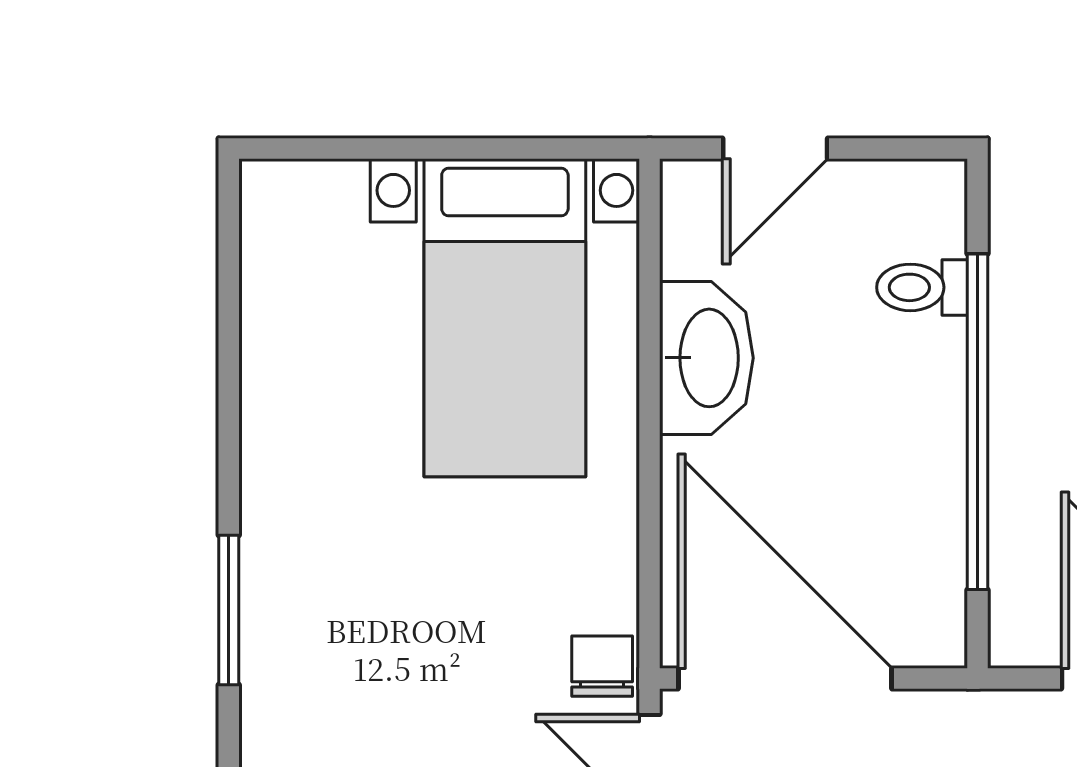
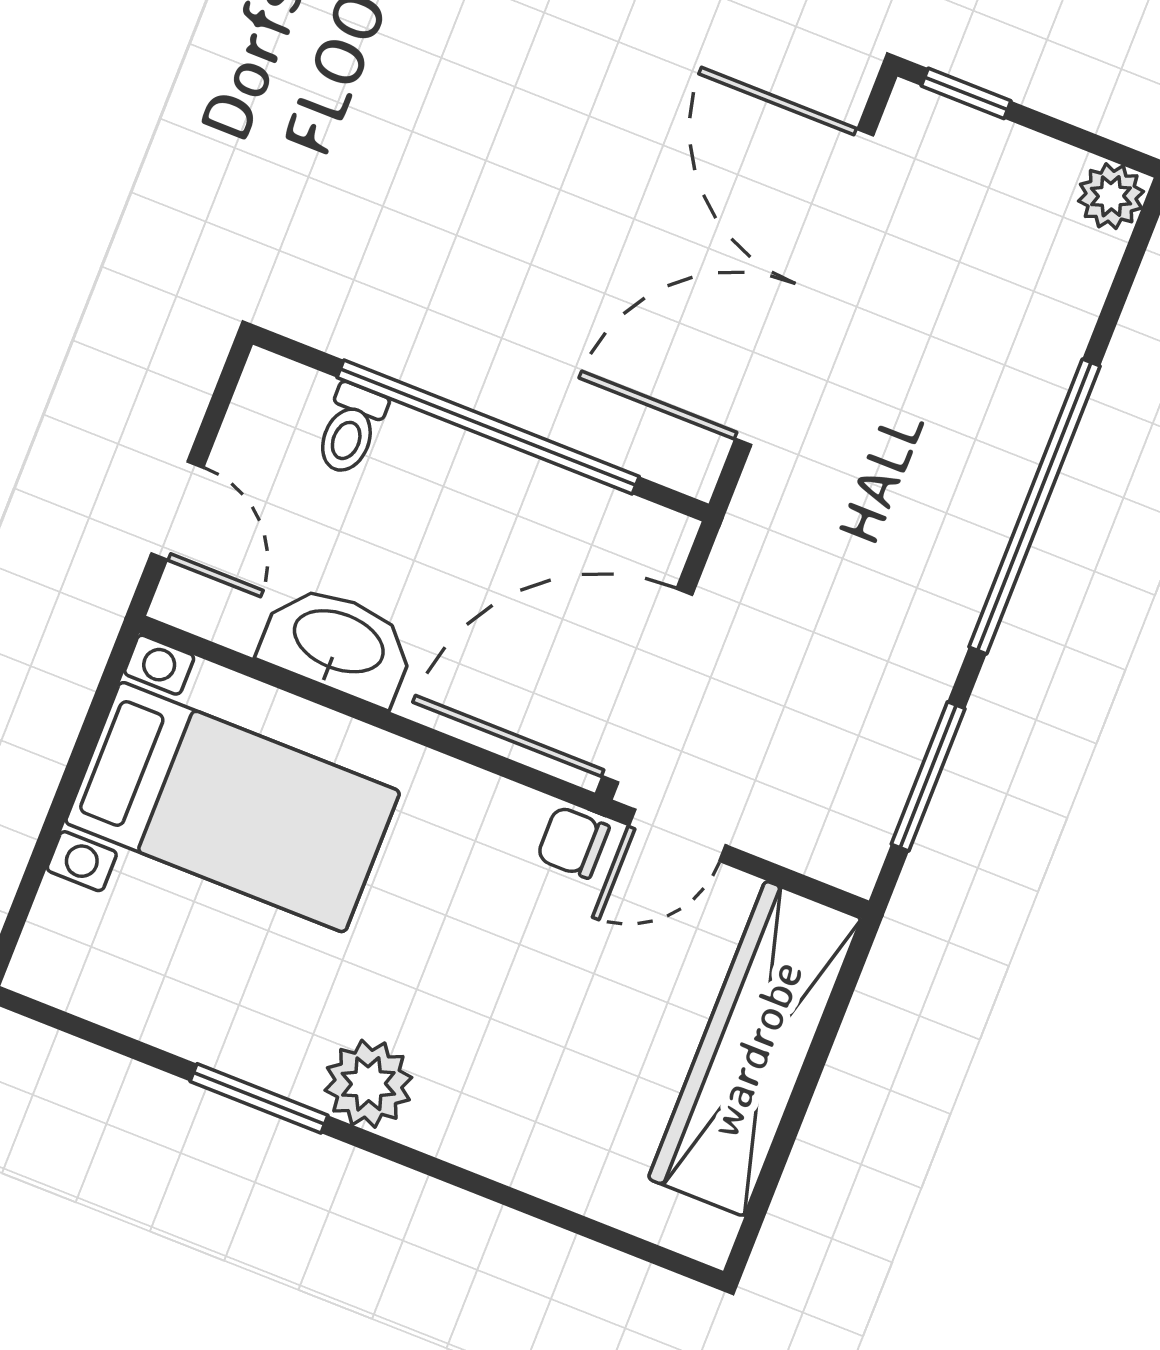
plant: (285, 558) -> (368, 1084), added
window: (229, 610) -> (259, 1098), moved

